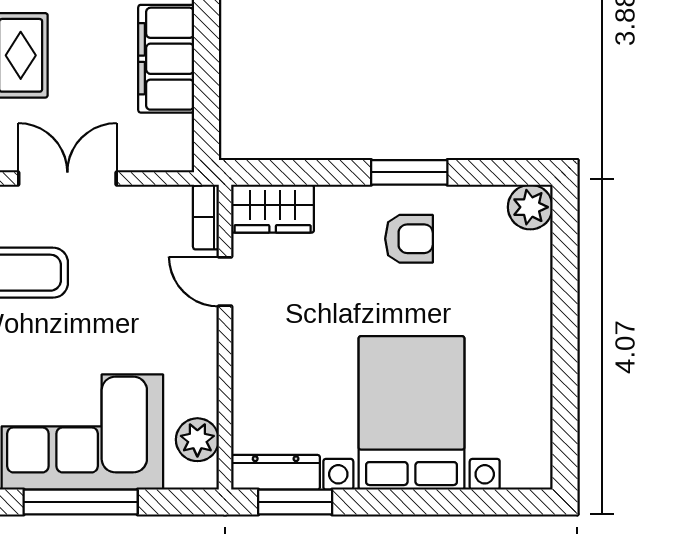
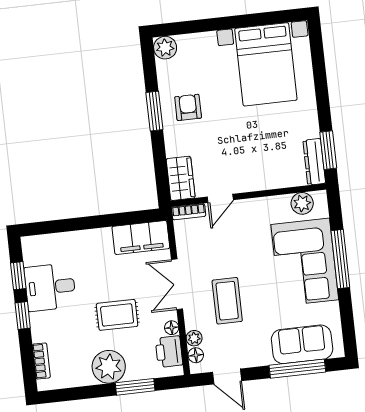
filing cabinet: (166, 59) -> (141, 237), moved
bed with nightstands: (412, 413) -> (266, 64), moved, turned -90

